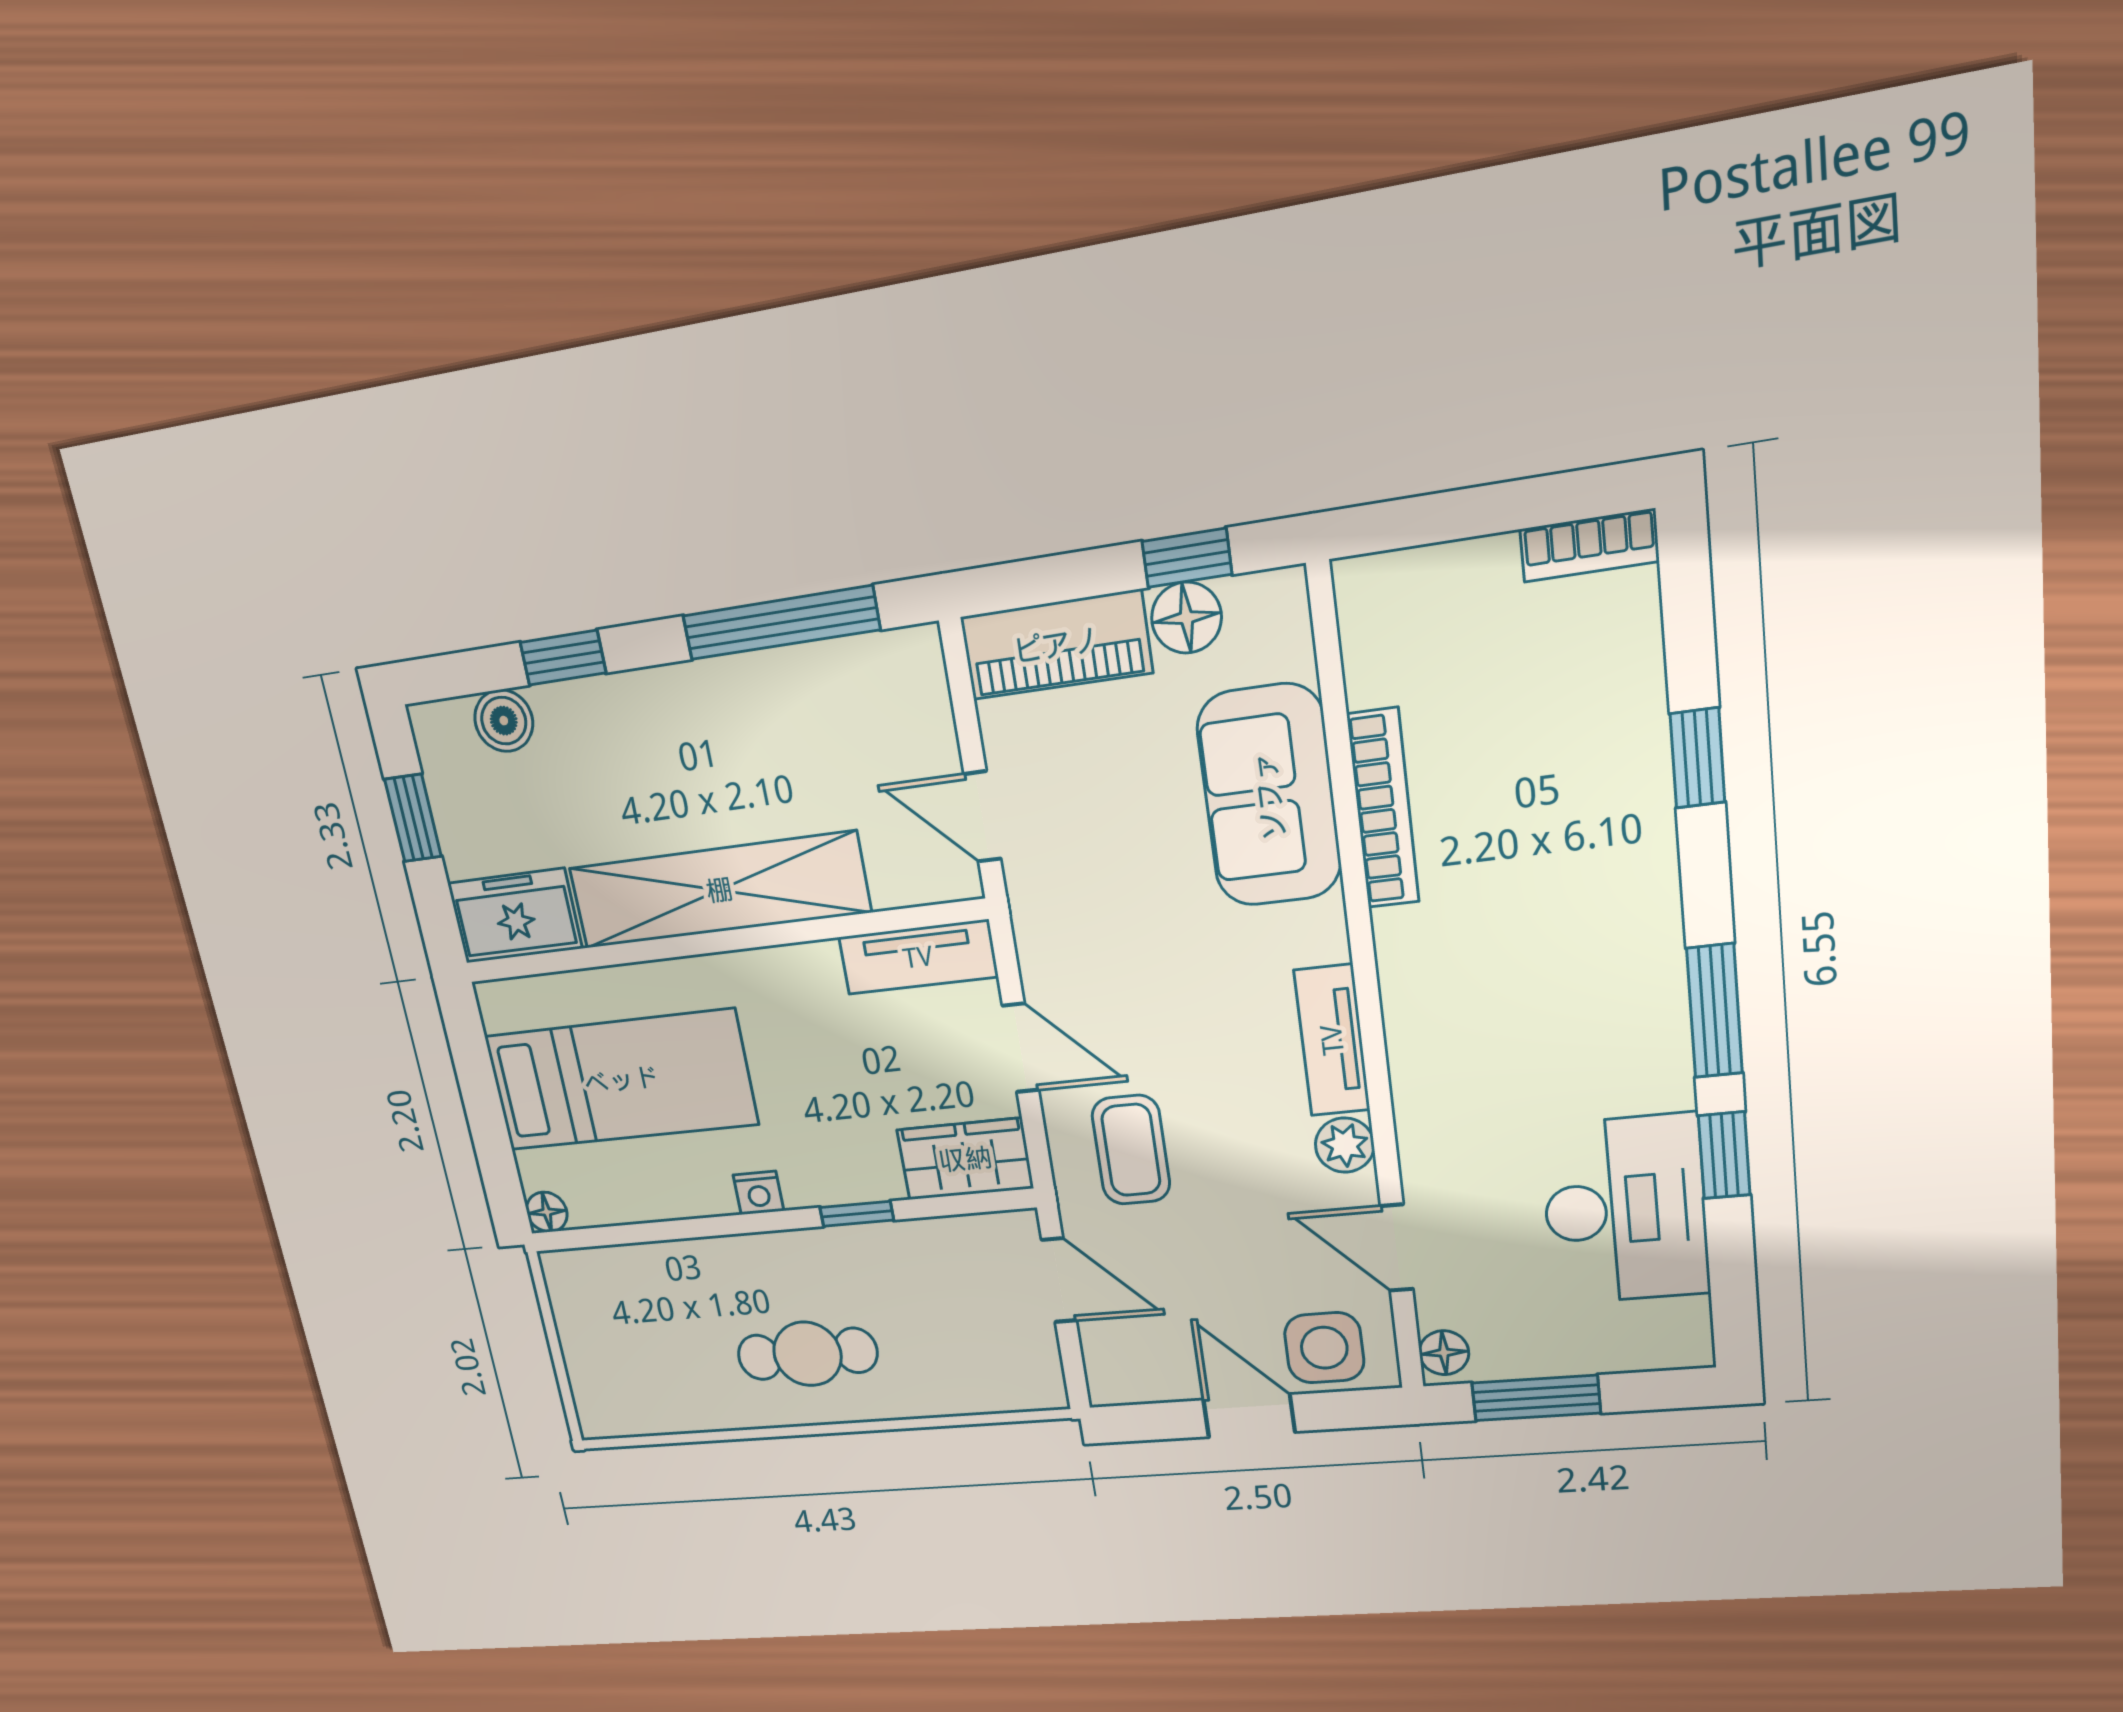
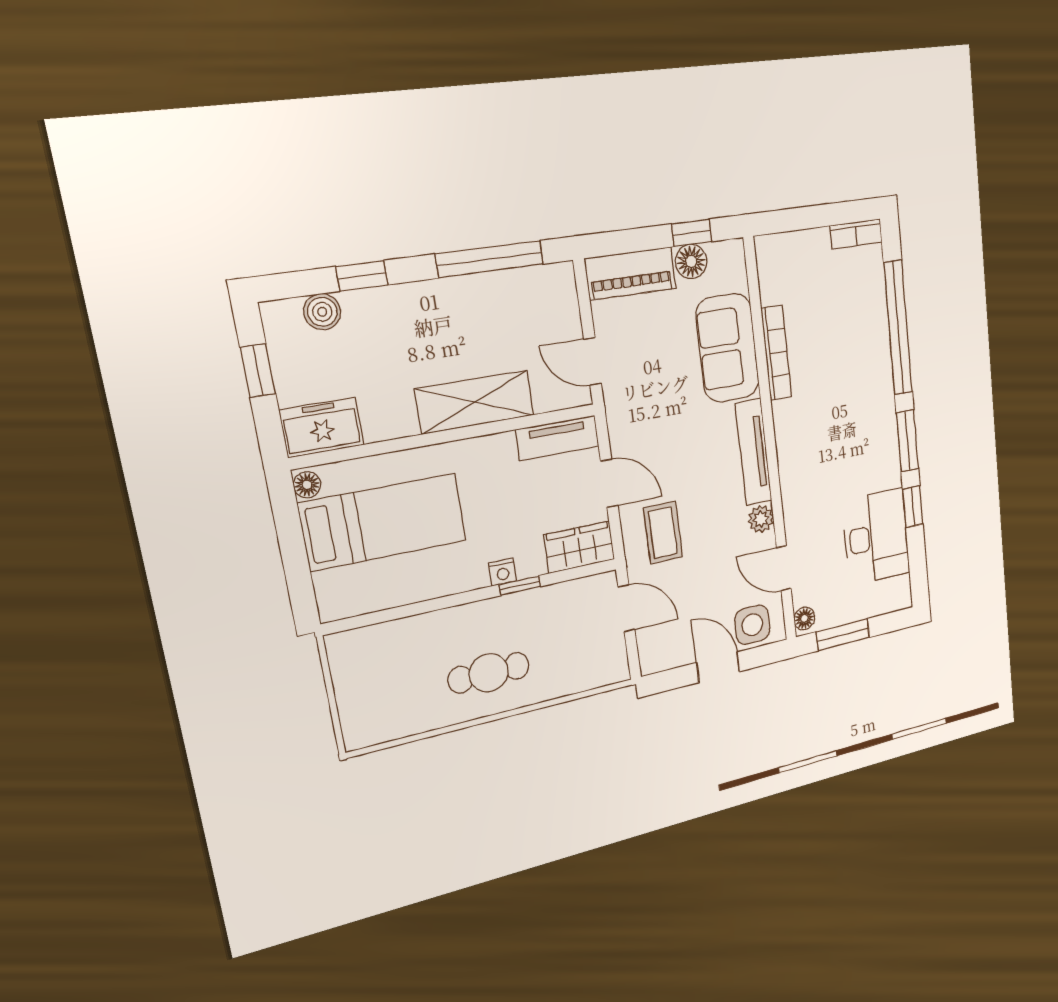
window: (1697, 758) -> (898, 328), width x3.17
shelving: (719, 890) -> (475, 402), width x0.68
tv unit: (1332, 1040) -> (754, 452), width x1.41
nightstand: (758, 1193) -> (503, 572), moved
floor lamp: (547, 1212) -> (307, 485), moved

